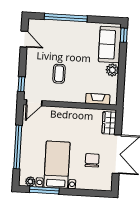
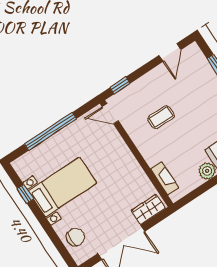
chair: (92, 160) -> (76, 237), moved
plant: (30, 182) -> (24, 172), removed
window: (44, 190) -> (25, 194), width x0.46

